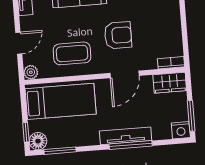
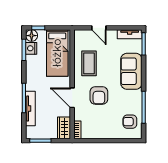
plant: (31, 72) -> (79, 34), removed
nightstand: (181, 130) -> (31, 48), moved
tv unit: (126, 136) -> (30, 108), moved

